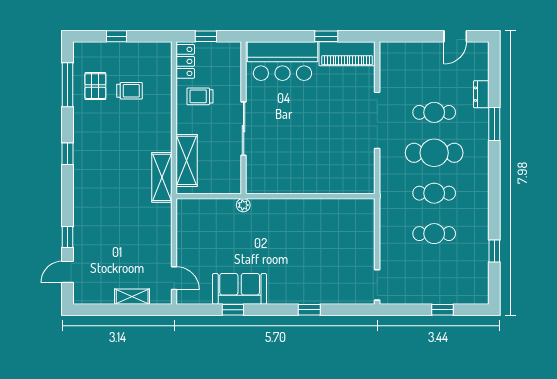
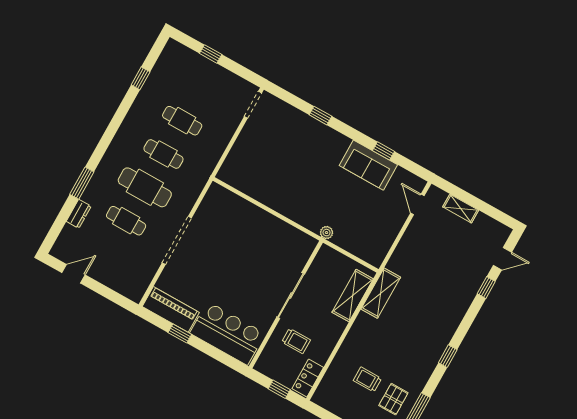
trolley: (200, 96) -> (296, 341), moved

